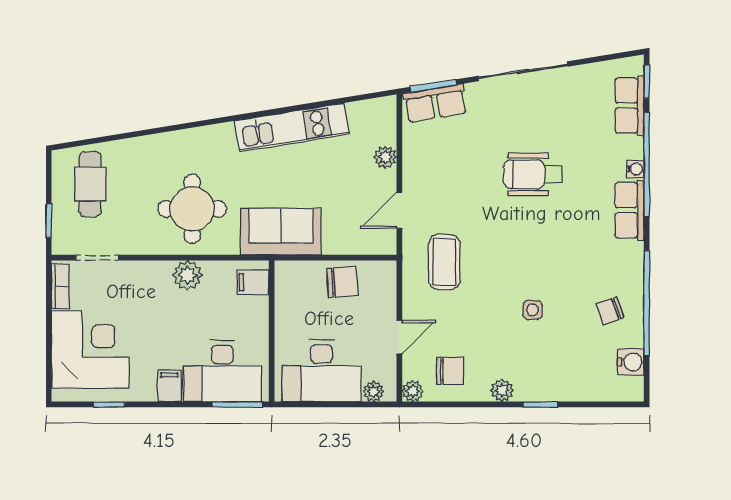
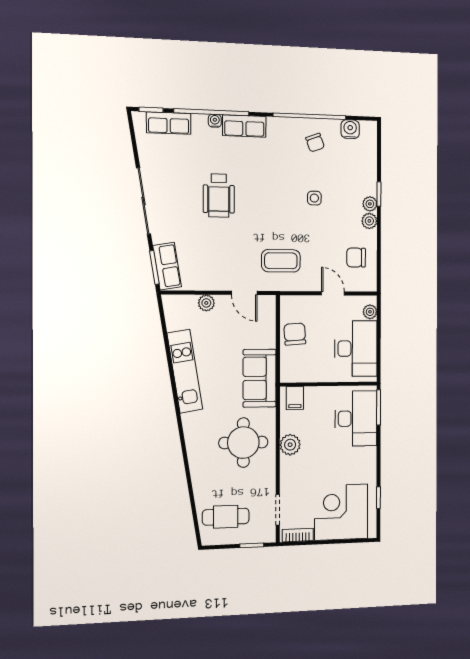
chair: (450, 371) -> (356, 258), turned -90
filing cabinet: (169, 386) -> (366, 456), removed
plant: (413, 391) -> (370, 204), moved

